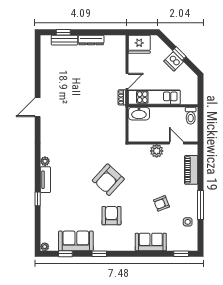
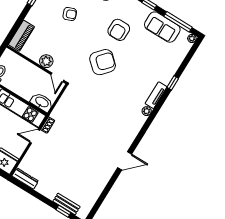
dresser: (91, 40) -> (25, 179), moved
door: (176, 143) -> (57, 77), moved
piano: (191, 170) -> (21, 36), moved
window: (65, 254) -> (178, 22), width x2.17

